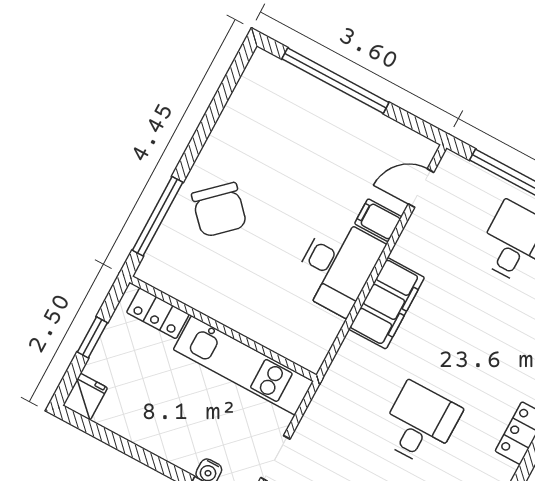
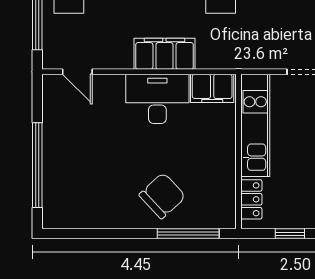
filing cabinet: (378, 220) -> (212, 88), moved, width x2.00

